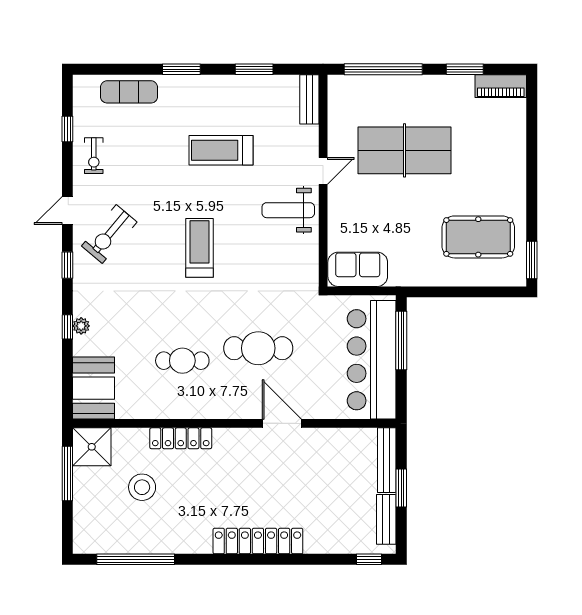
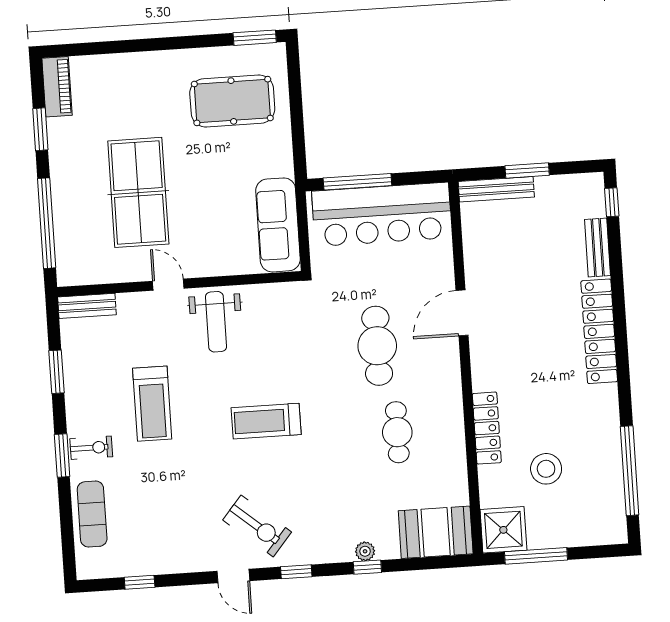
exercise bike: (94, 156) -> (91, 448), moved
pool table: (478, 237) -> (232, 101), turned 90
sofa: (358, 269) -> (278, 225), width x1.36
bench: (386, 519) -> (598, 248), moved, turned 90

